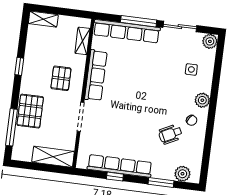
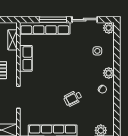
row of seats: (96, 75) -> (26, 58), width x0.68
wheelchair: (170, 134) -> (73, 98), moved

